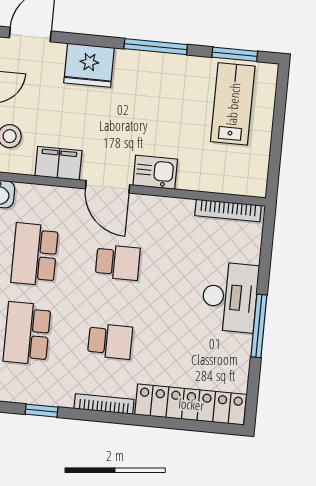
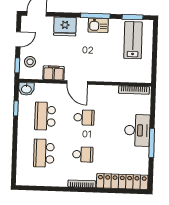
kitchen sink: (155, 172) -> (98, 25), moved, turned 180
window: (41, 411) -> (53, 189), removed

